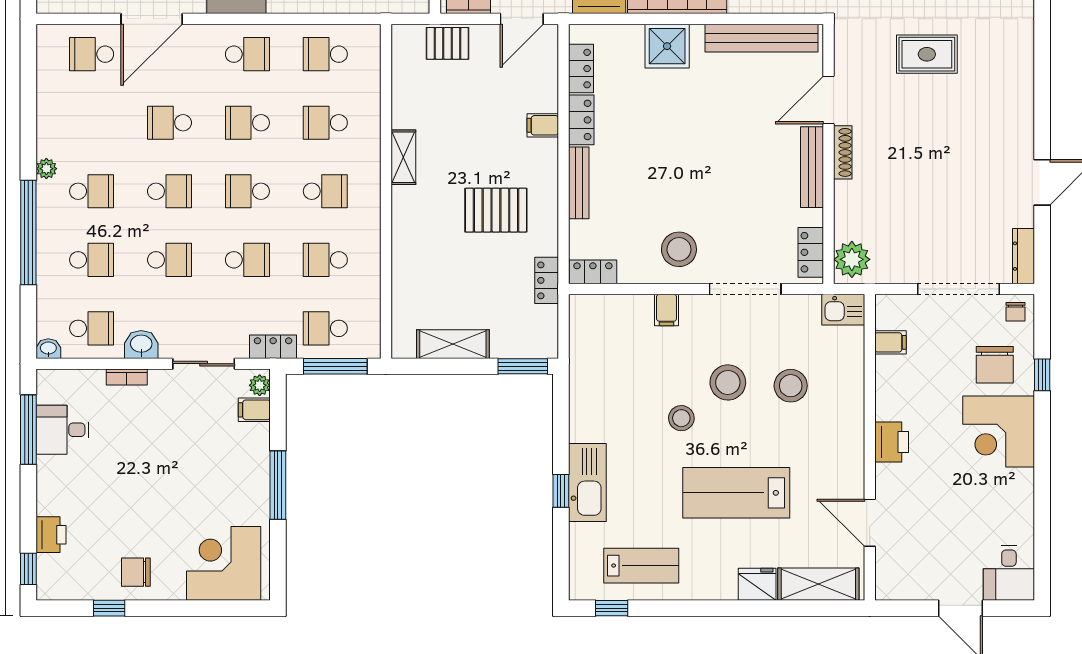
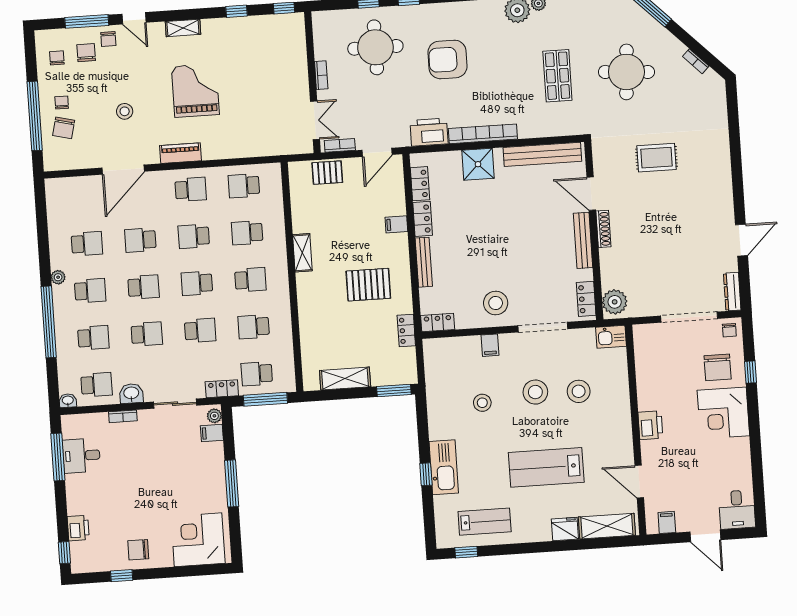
school desk: (92, 54) -> (87, 244), moved, turned 180
door: (829, 100) -> (591, 194), hinge flipped
filing cabinet: (890, 342) -> (667, 522), moved, turned -90
stool: (681, 418) -> (482, 403), moved

